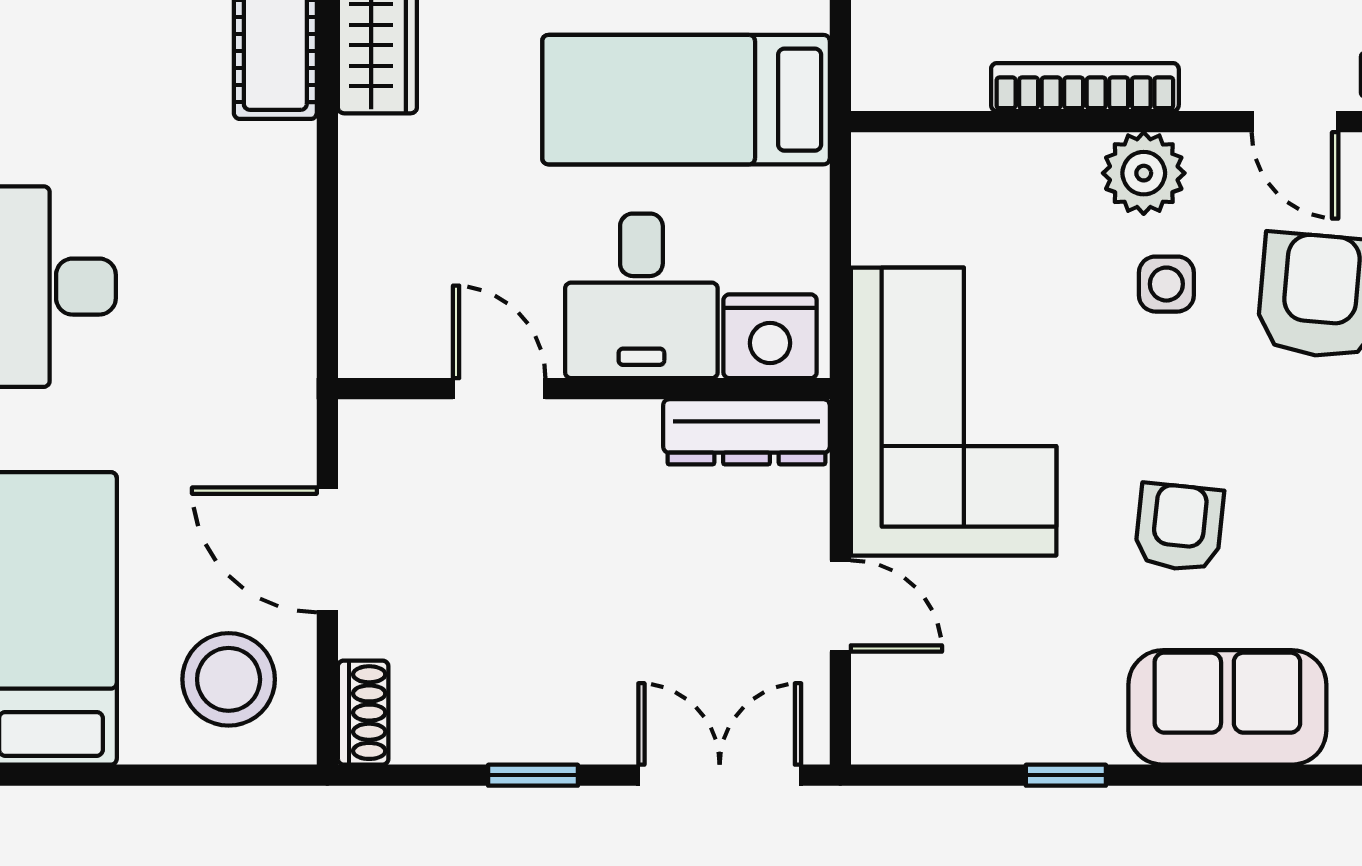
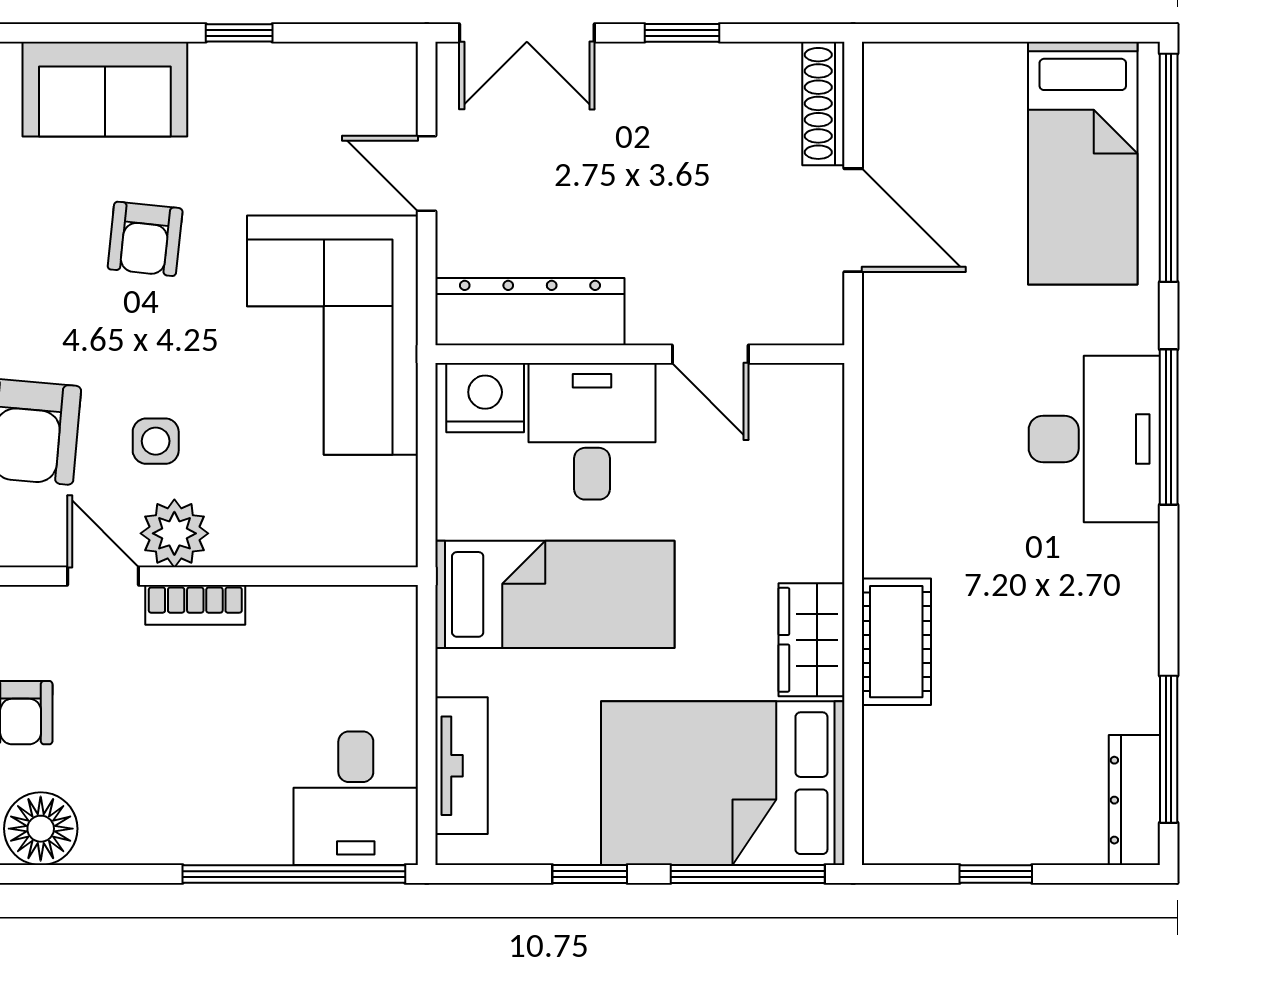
bookcase: (1085, 87) -> (195, 605), width x0.64
door: (1295, 122) -> (103, 576), moved
dresser: (746, 432) -> (530, 312), width x1.37, depth x1.24
stool: (229, 679) -> (935, 113), removed
shoe rack: (363, 713) -> (823, 103), width x1.43

